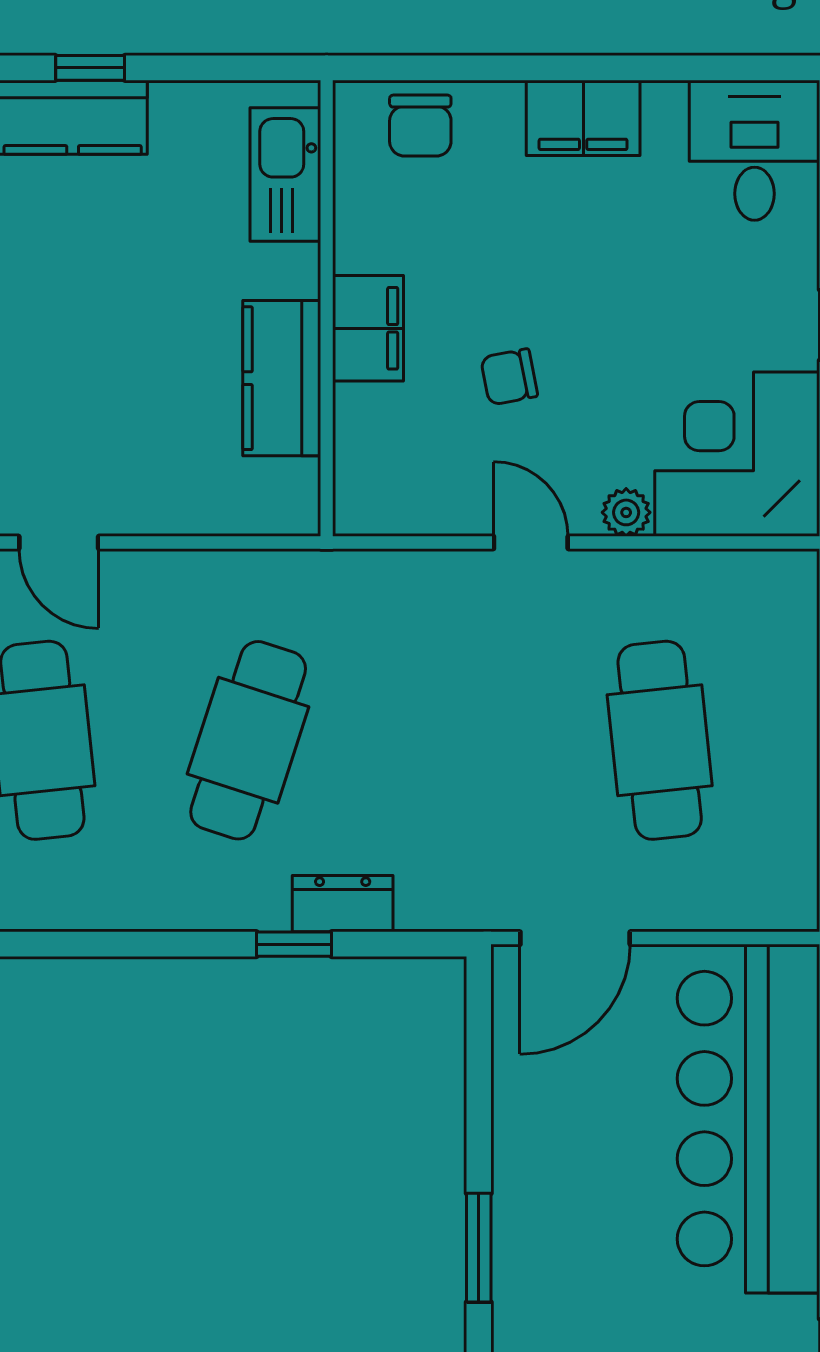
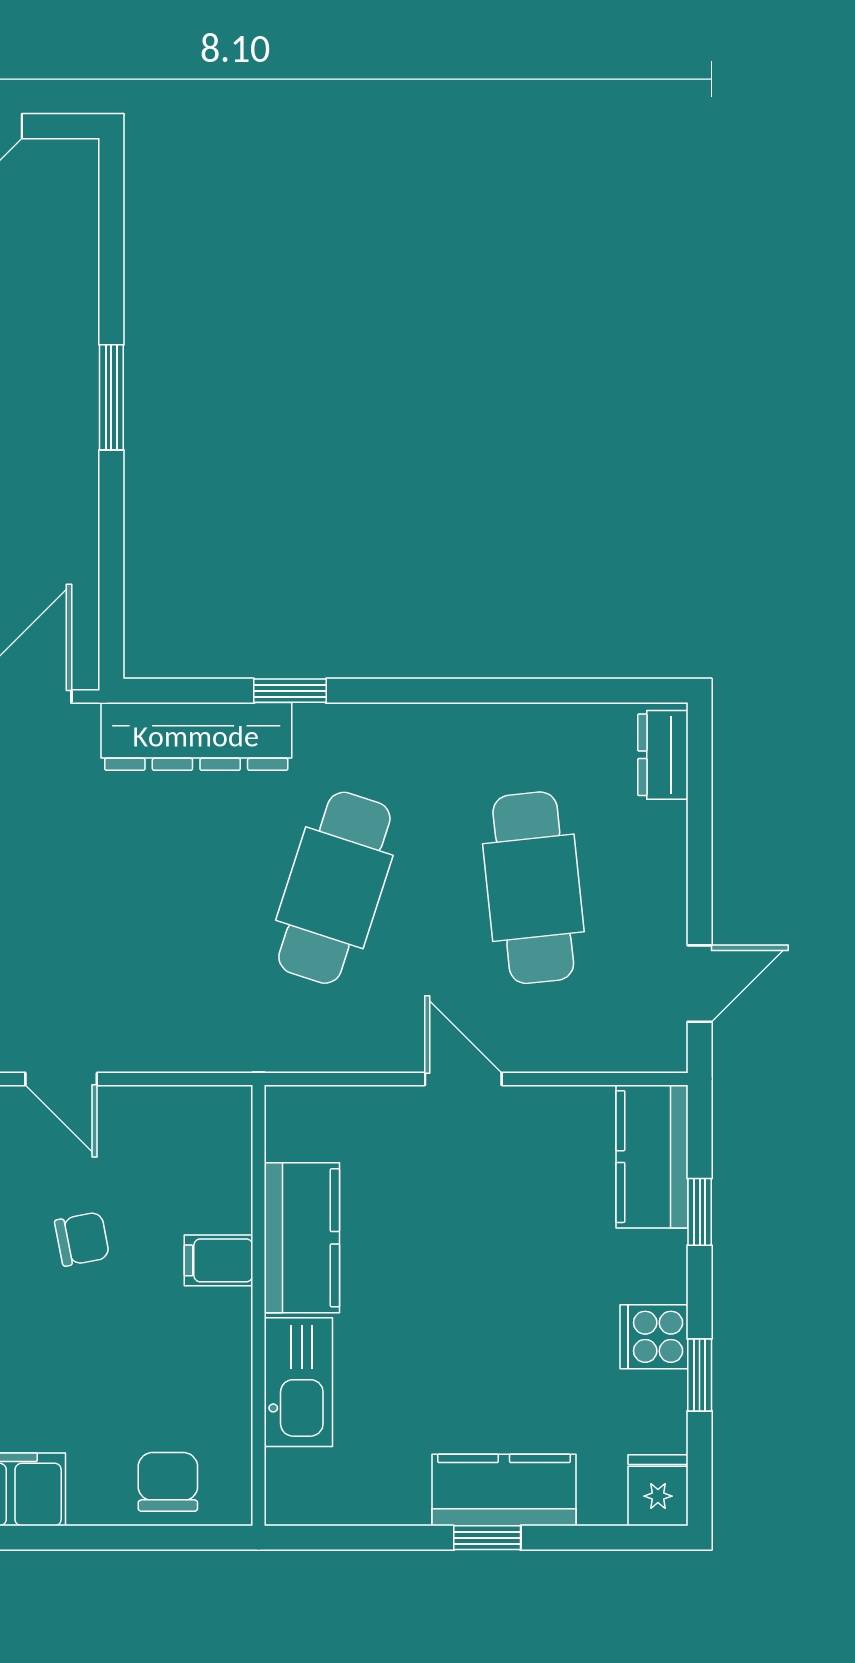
kitchen sink: (285, 175) -> (298, 1382), moved
filing cabinet: (368, 328) -> (219, 1260), width x0.50
door: (59, 543) -> (463, 1079), moved
dresser: (343, 904) -> (196, 736), width x1.96, depth x1.24

